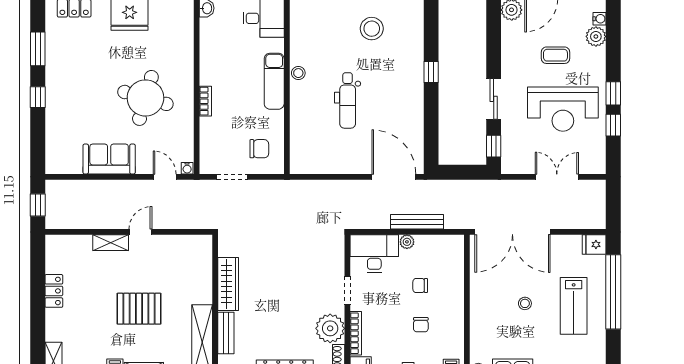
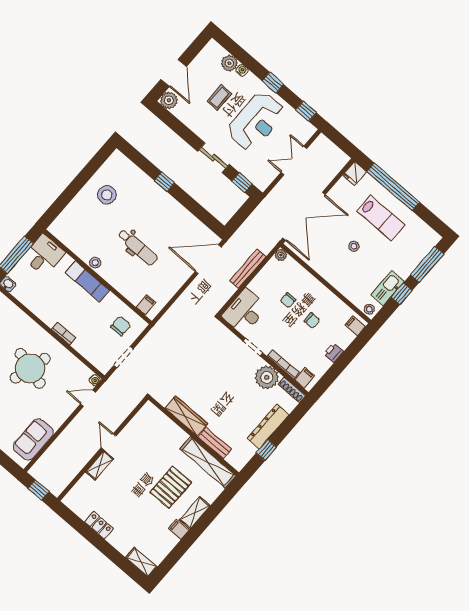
water cooler: (599, 19) -> (242, 70), moved
window: (613, 125) -> (306, 111), moved
filing cabinet: (300, 155) -> (146, 305), added
sofa: (109, 159) -> (33, 440), moved
plant: (407, 242) -> (281, 255), moved
pallet: (139, 309) -> (171, 487), moved

